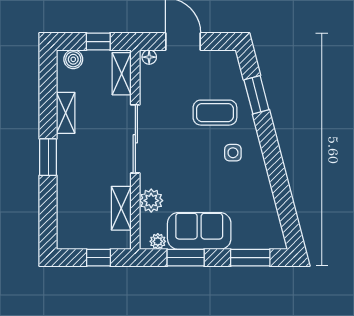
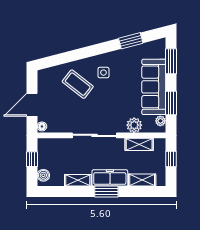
shelving: (122, 74) -> (142, 180), moved
window: (256, 95) -> (131, 41), moved
coffee table: (215, 113) -> (78, 84), turned -52
freezer: (69, 163) -> (110, 178), added
sofa: (199, 231) -> (154, 87), width x1.36

